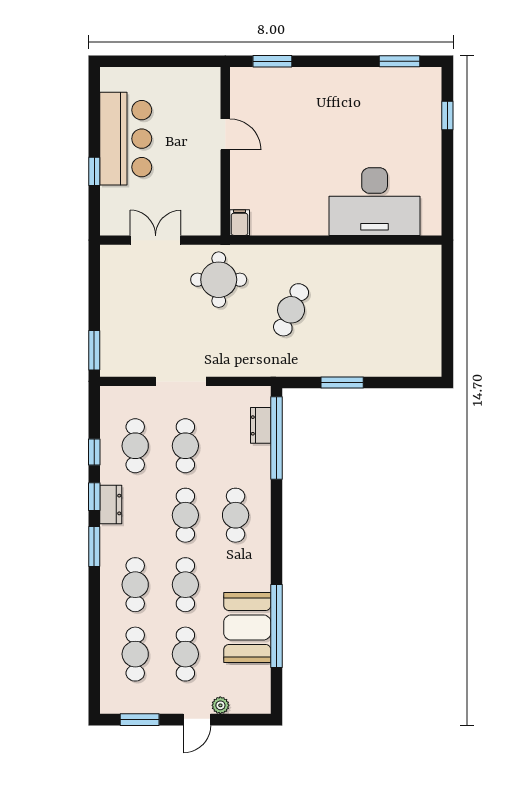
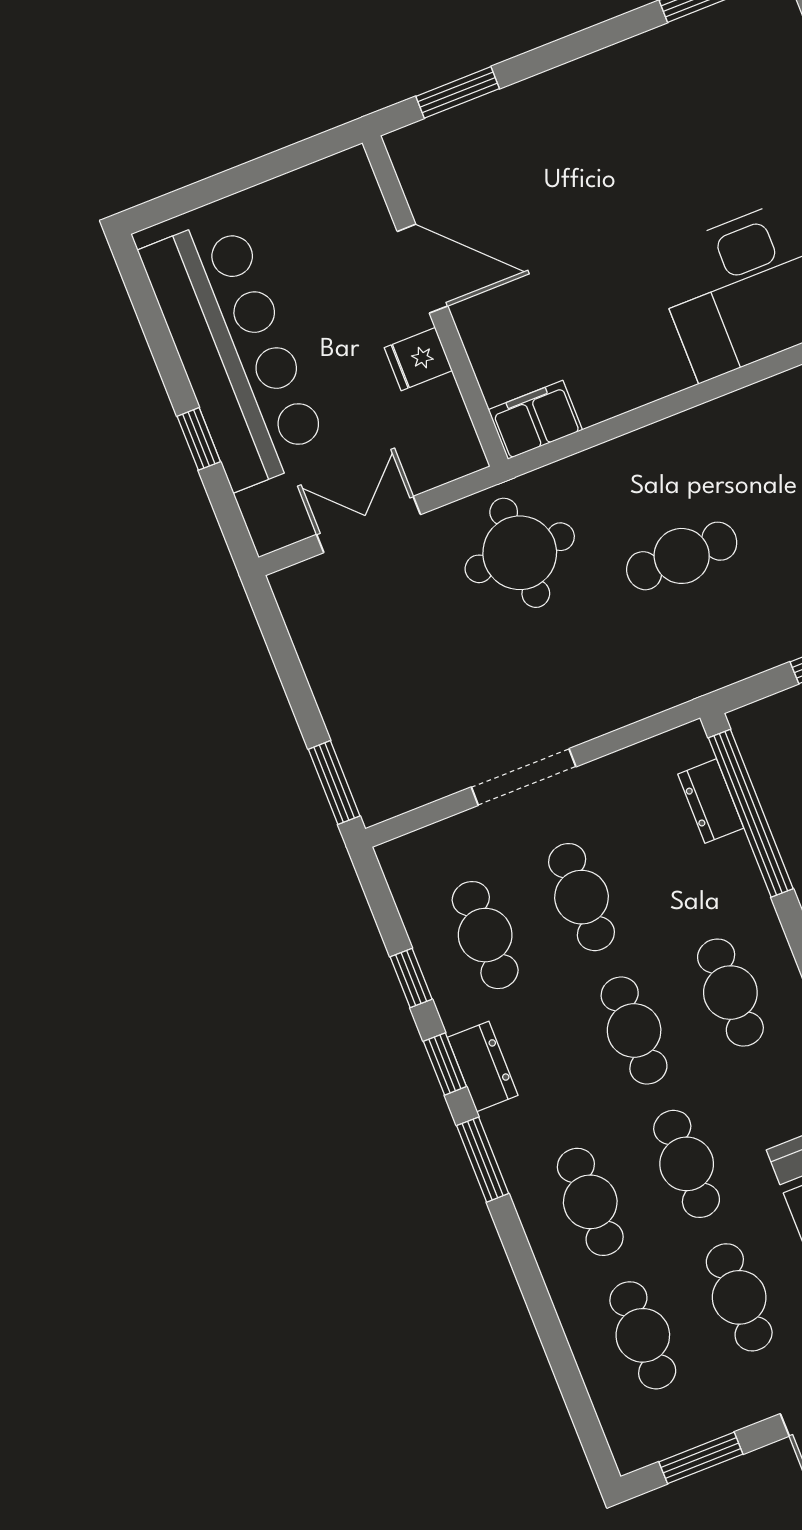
door: (225, 134) -> (422, 269), width x1.38
bar counter: (126, 139) -> (234, 352), width x1.36
fridge: (207, 174) -> (418, 359), added
filing cabinet: (240, 223) -> (535, 420), width x2.00
cafe table: (291, 310) -> (682, 556), turned 65

